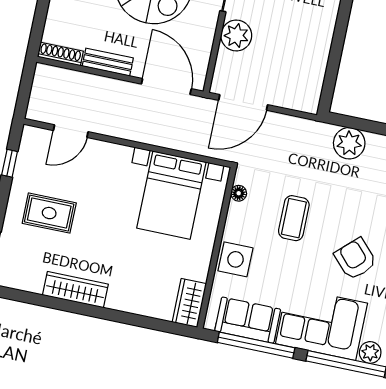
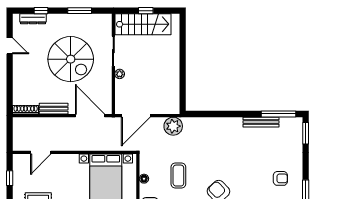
plant: (236, 36) -> (120, 74), width x0.53, depth x0.53
plant: (349, 143) -> (173, 126), moved
floor lamp: (239, 193) -> (144, 179), moved

